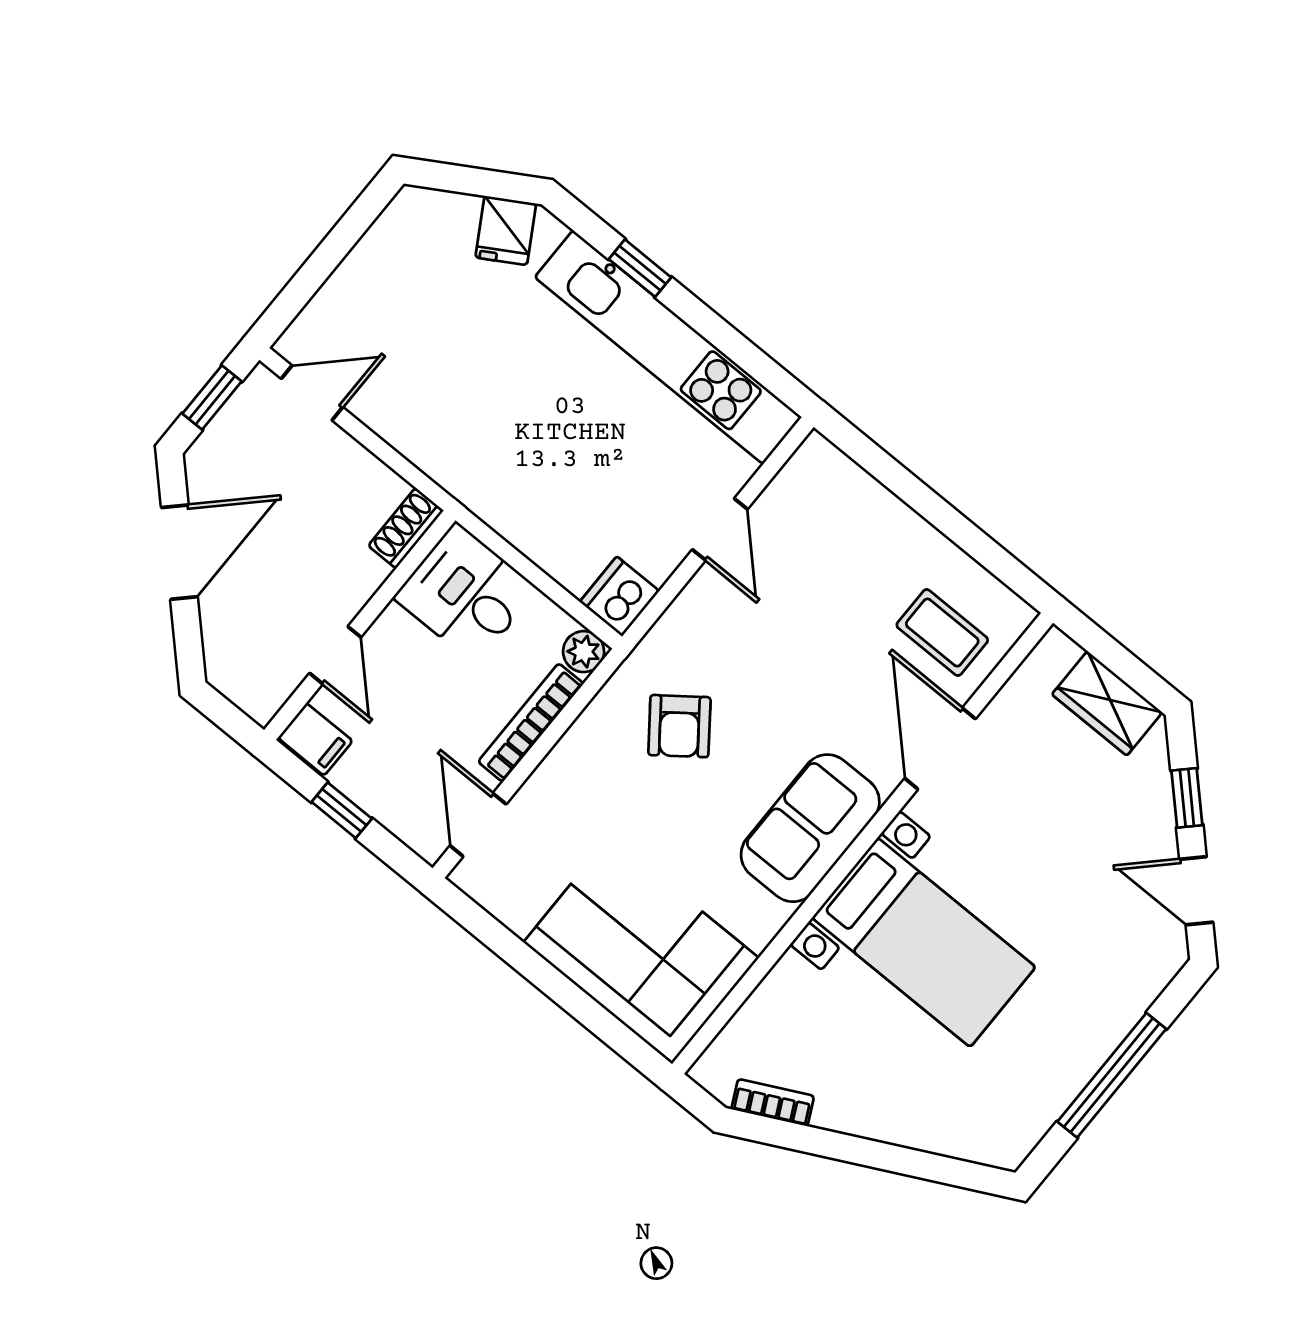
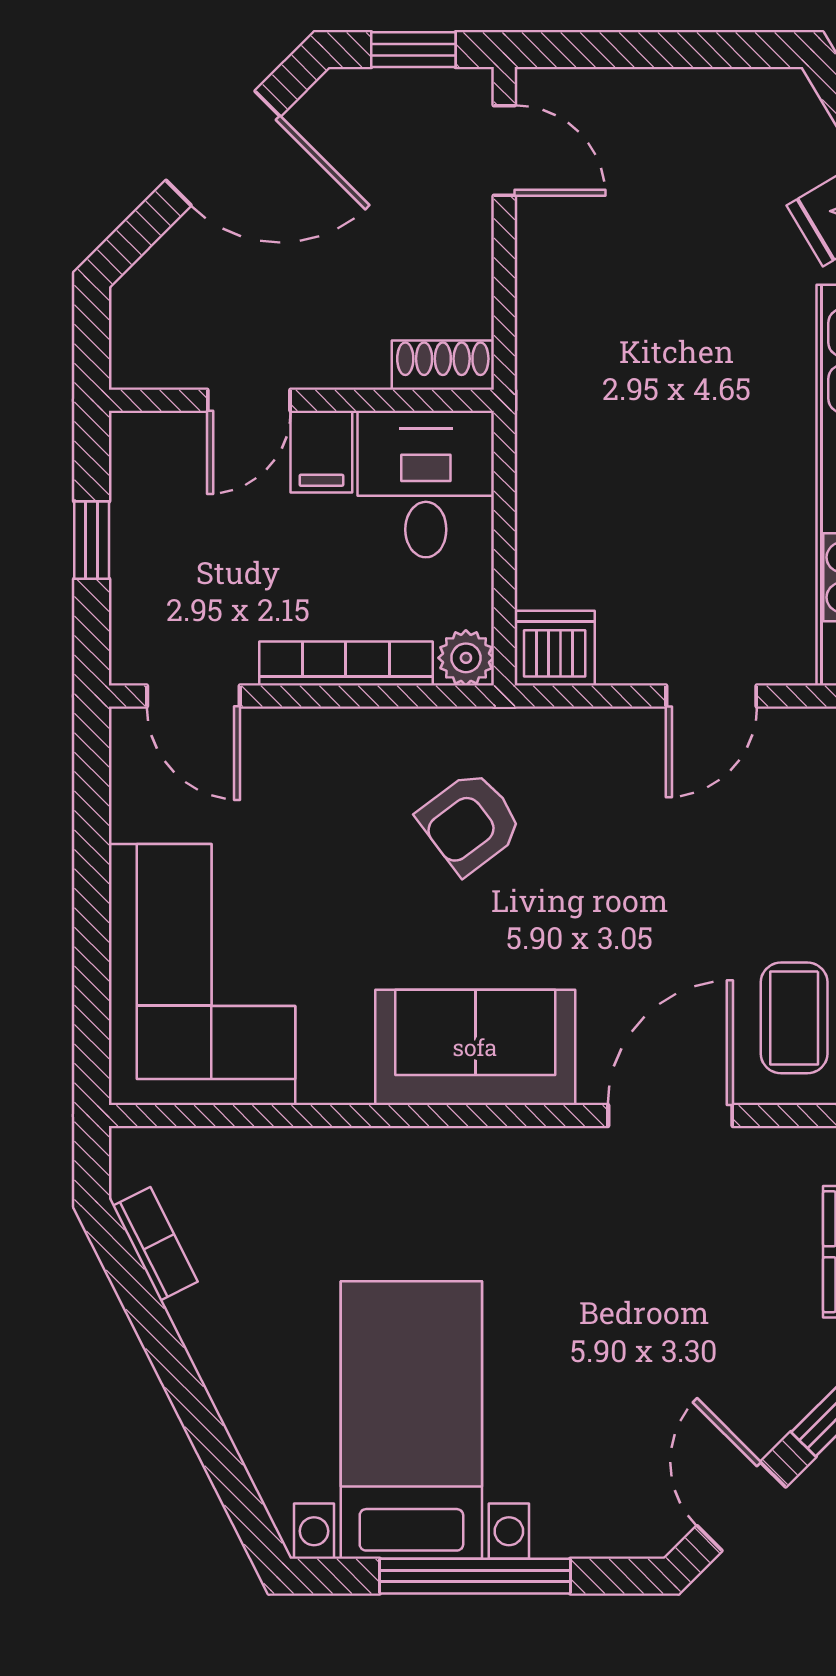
filing cabinet: (315, 739) -> (321, 452), moved
door: (478, 825) -> (193, 696), swing flipped
bed with nightstands: (924, 942) -> (411, 1420), moved, turned 180

